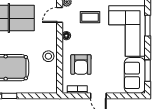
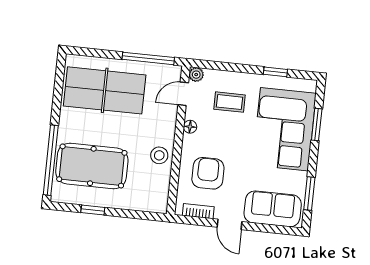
armchair: (81, 64) -> (208, 173), turned 180
sofa: (135, 75) -> (273, 209), moved, turned 90

